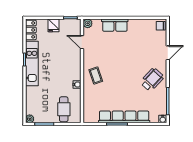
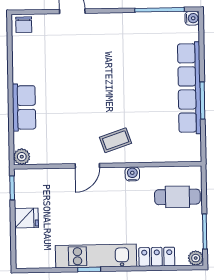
locker: (31, 30) -> (157, 257), moved
door: (82, 42) -> (87, 166), moved
wheelchair: (152, 80) -> (121, 39), removed

